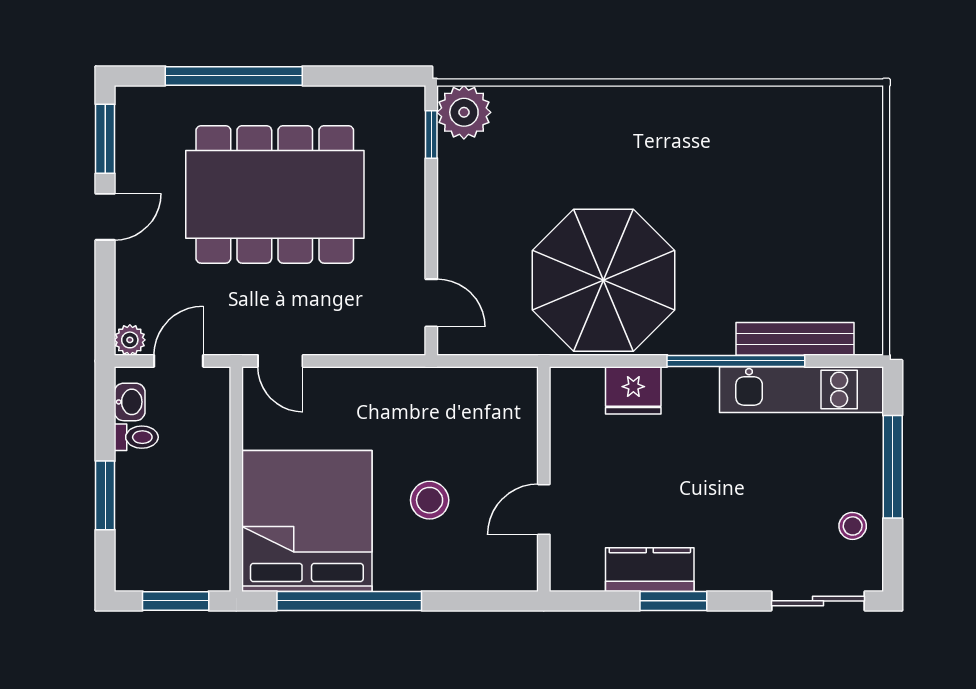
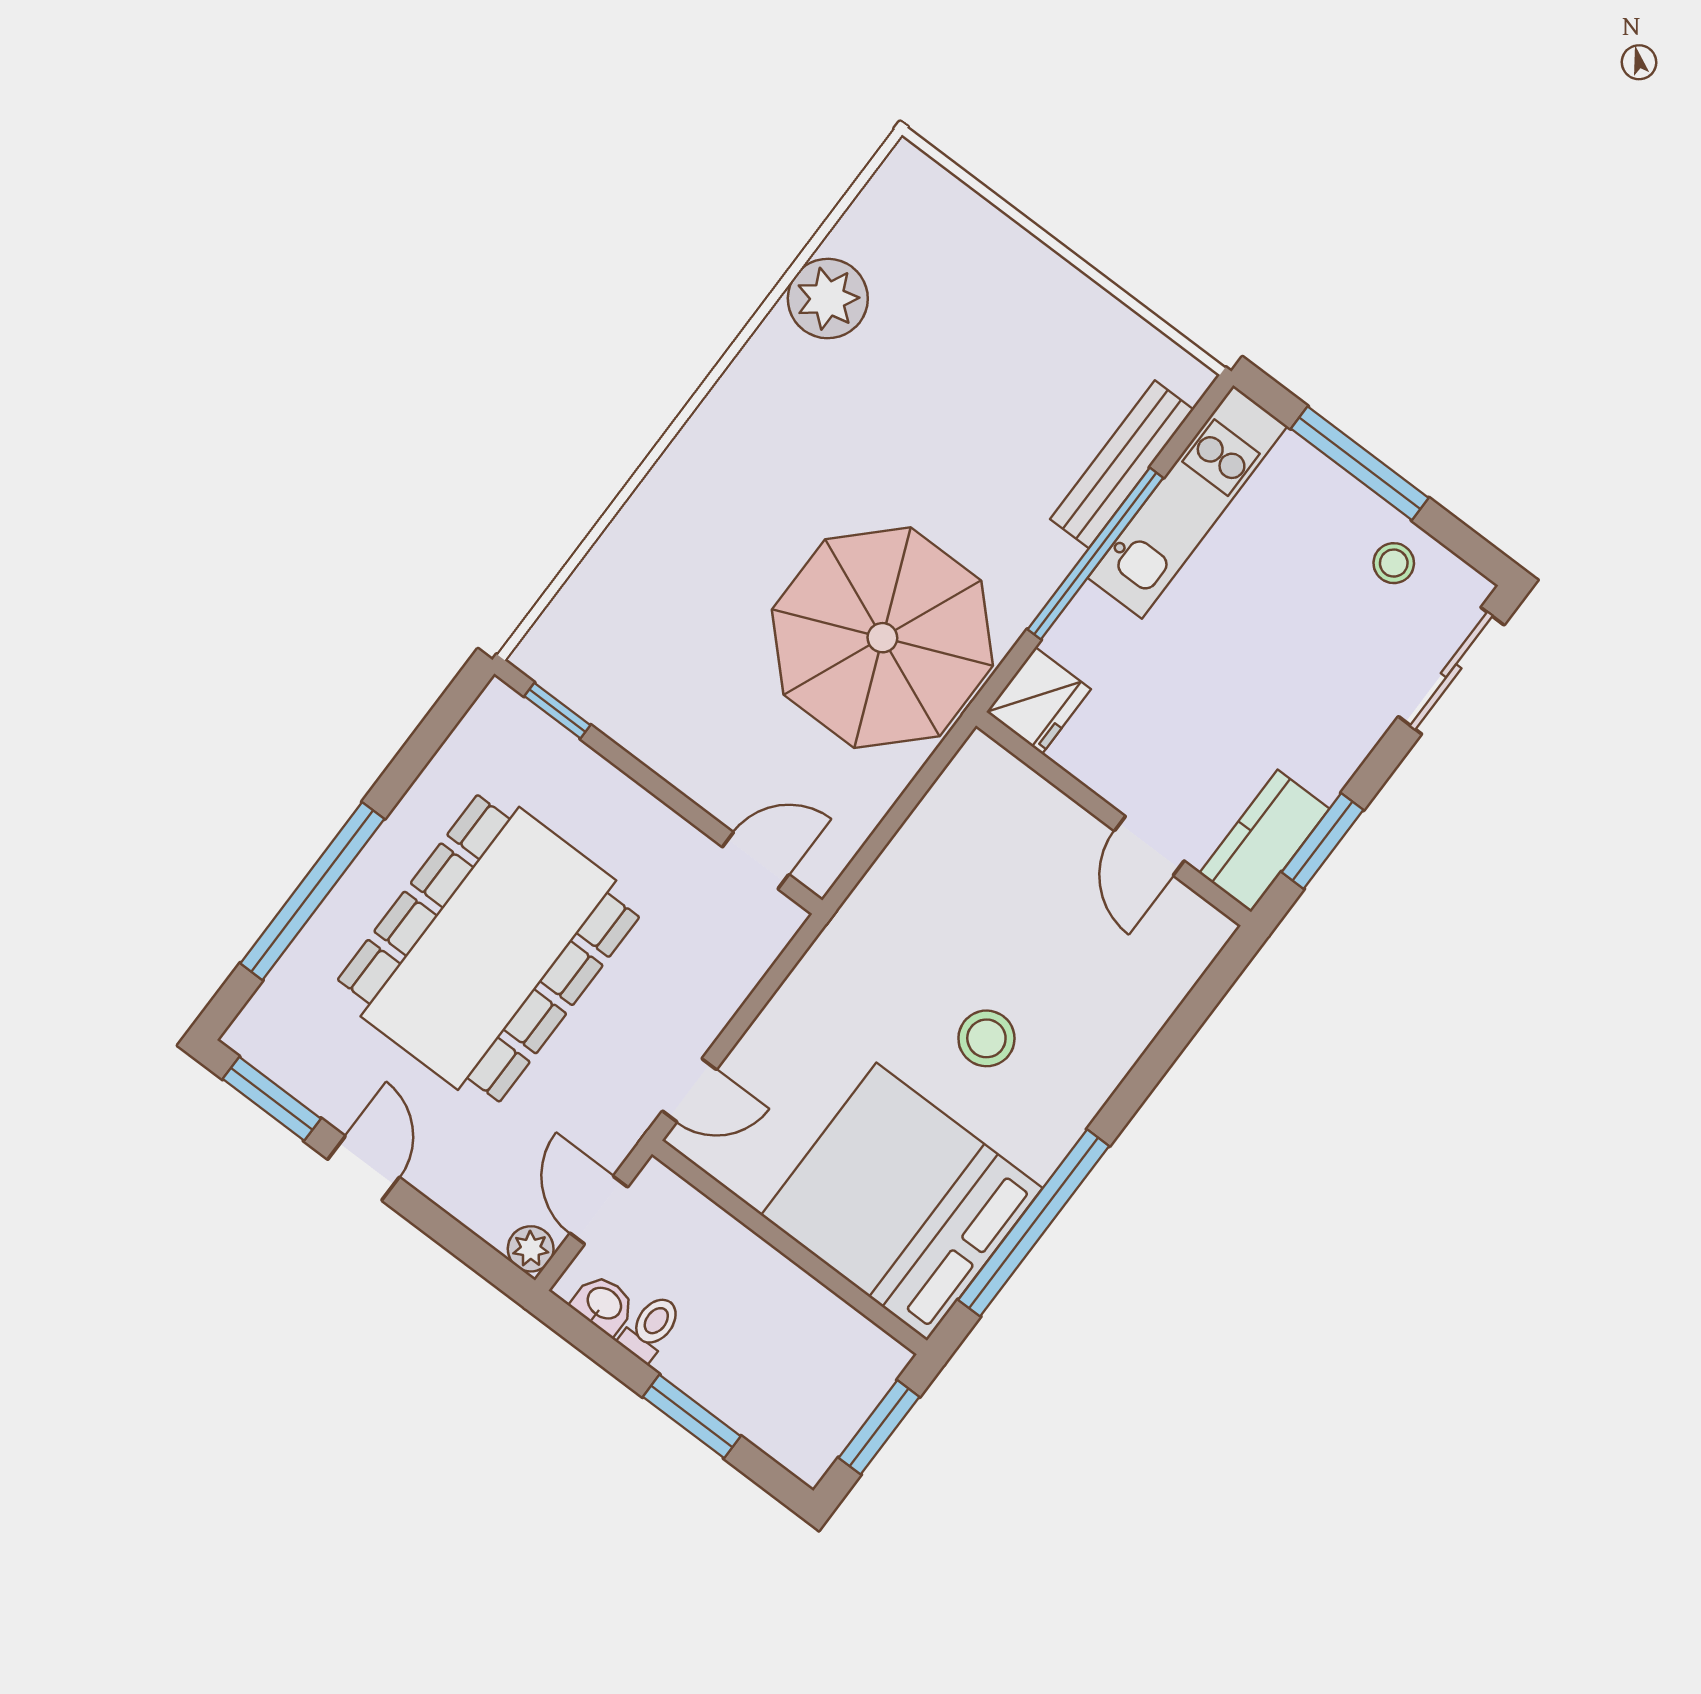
plant: (464, 112) -> (828, 299), moved
wall: (544, 479) -> (1114, 819), moved
door: (544, 509) -> (1149, 846), moved

